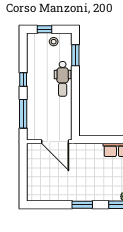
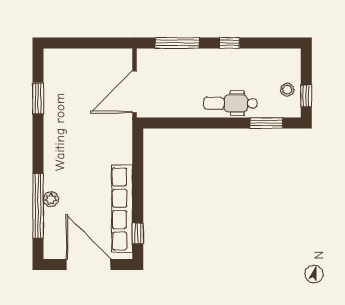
window: (44, 29) -> (306, 96), moved
window: (82, 205) -> (38, 98), moved

